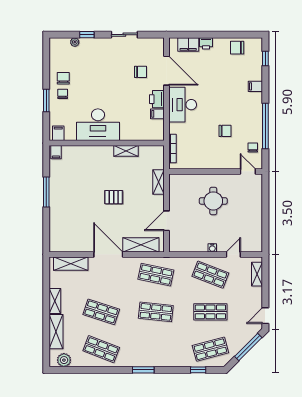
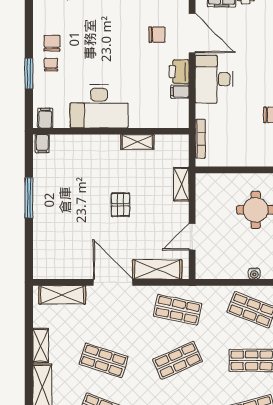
pallet: (114, 197) -> (120, 205), turned 90
shop shelf: (156, 312) -> (178, 360), turned -30

